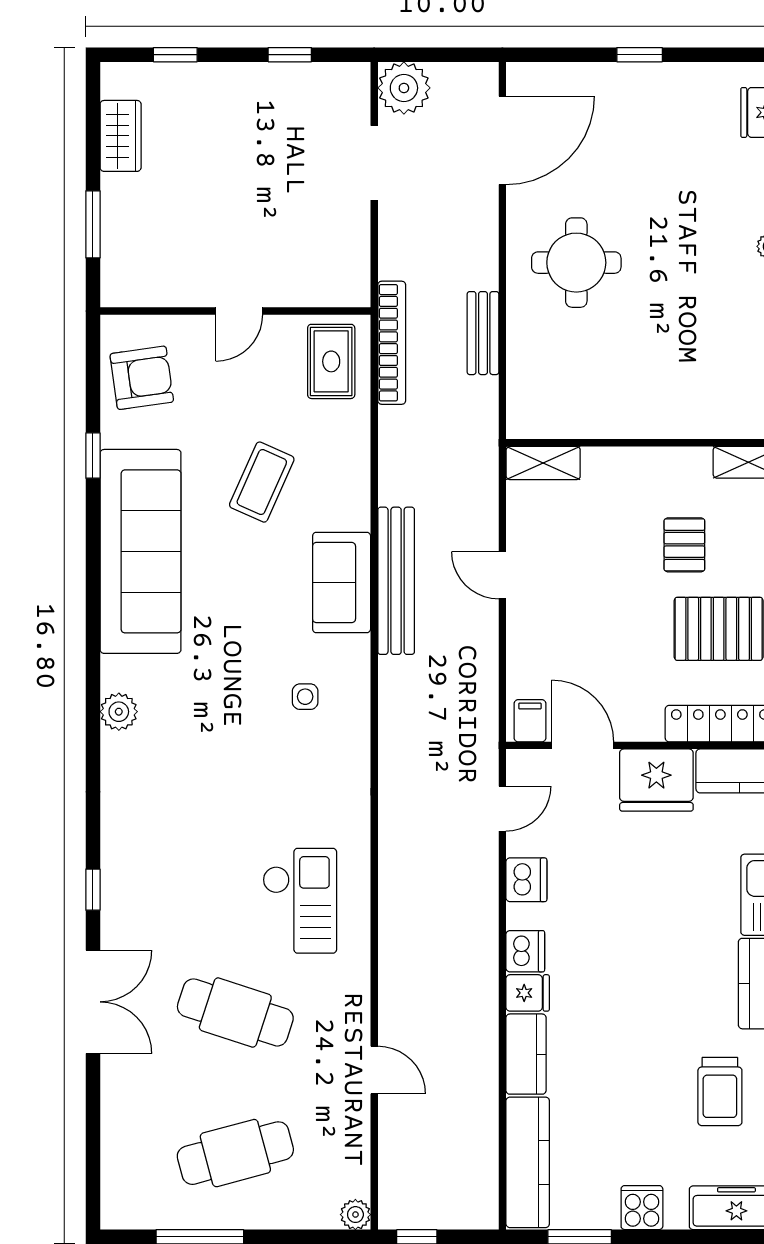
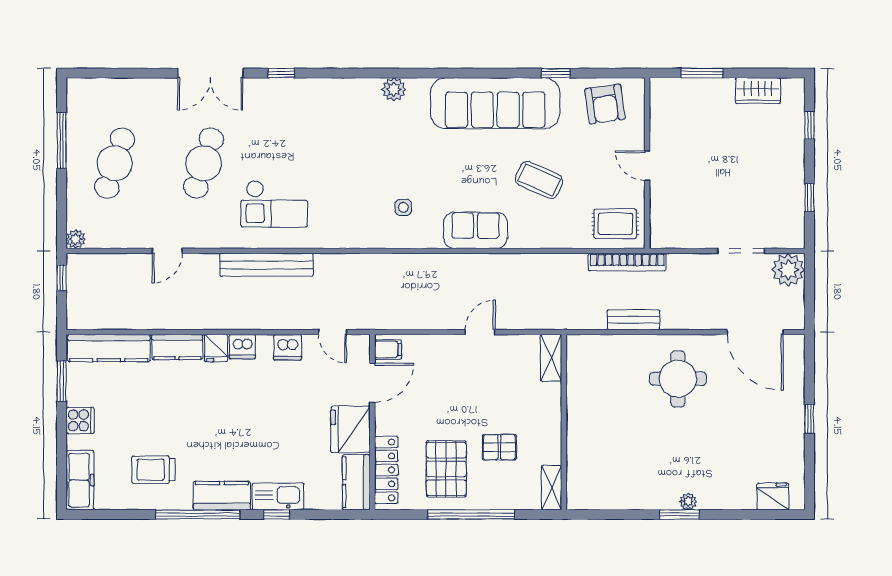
bench: (396, 581) -> (266, 265), moved
cafe table: (235, 1153) -> (115, 163), turned 33

